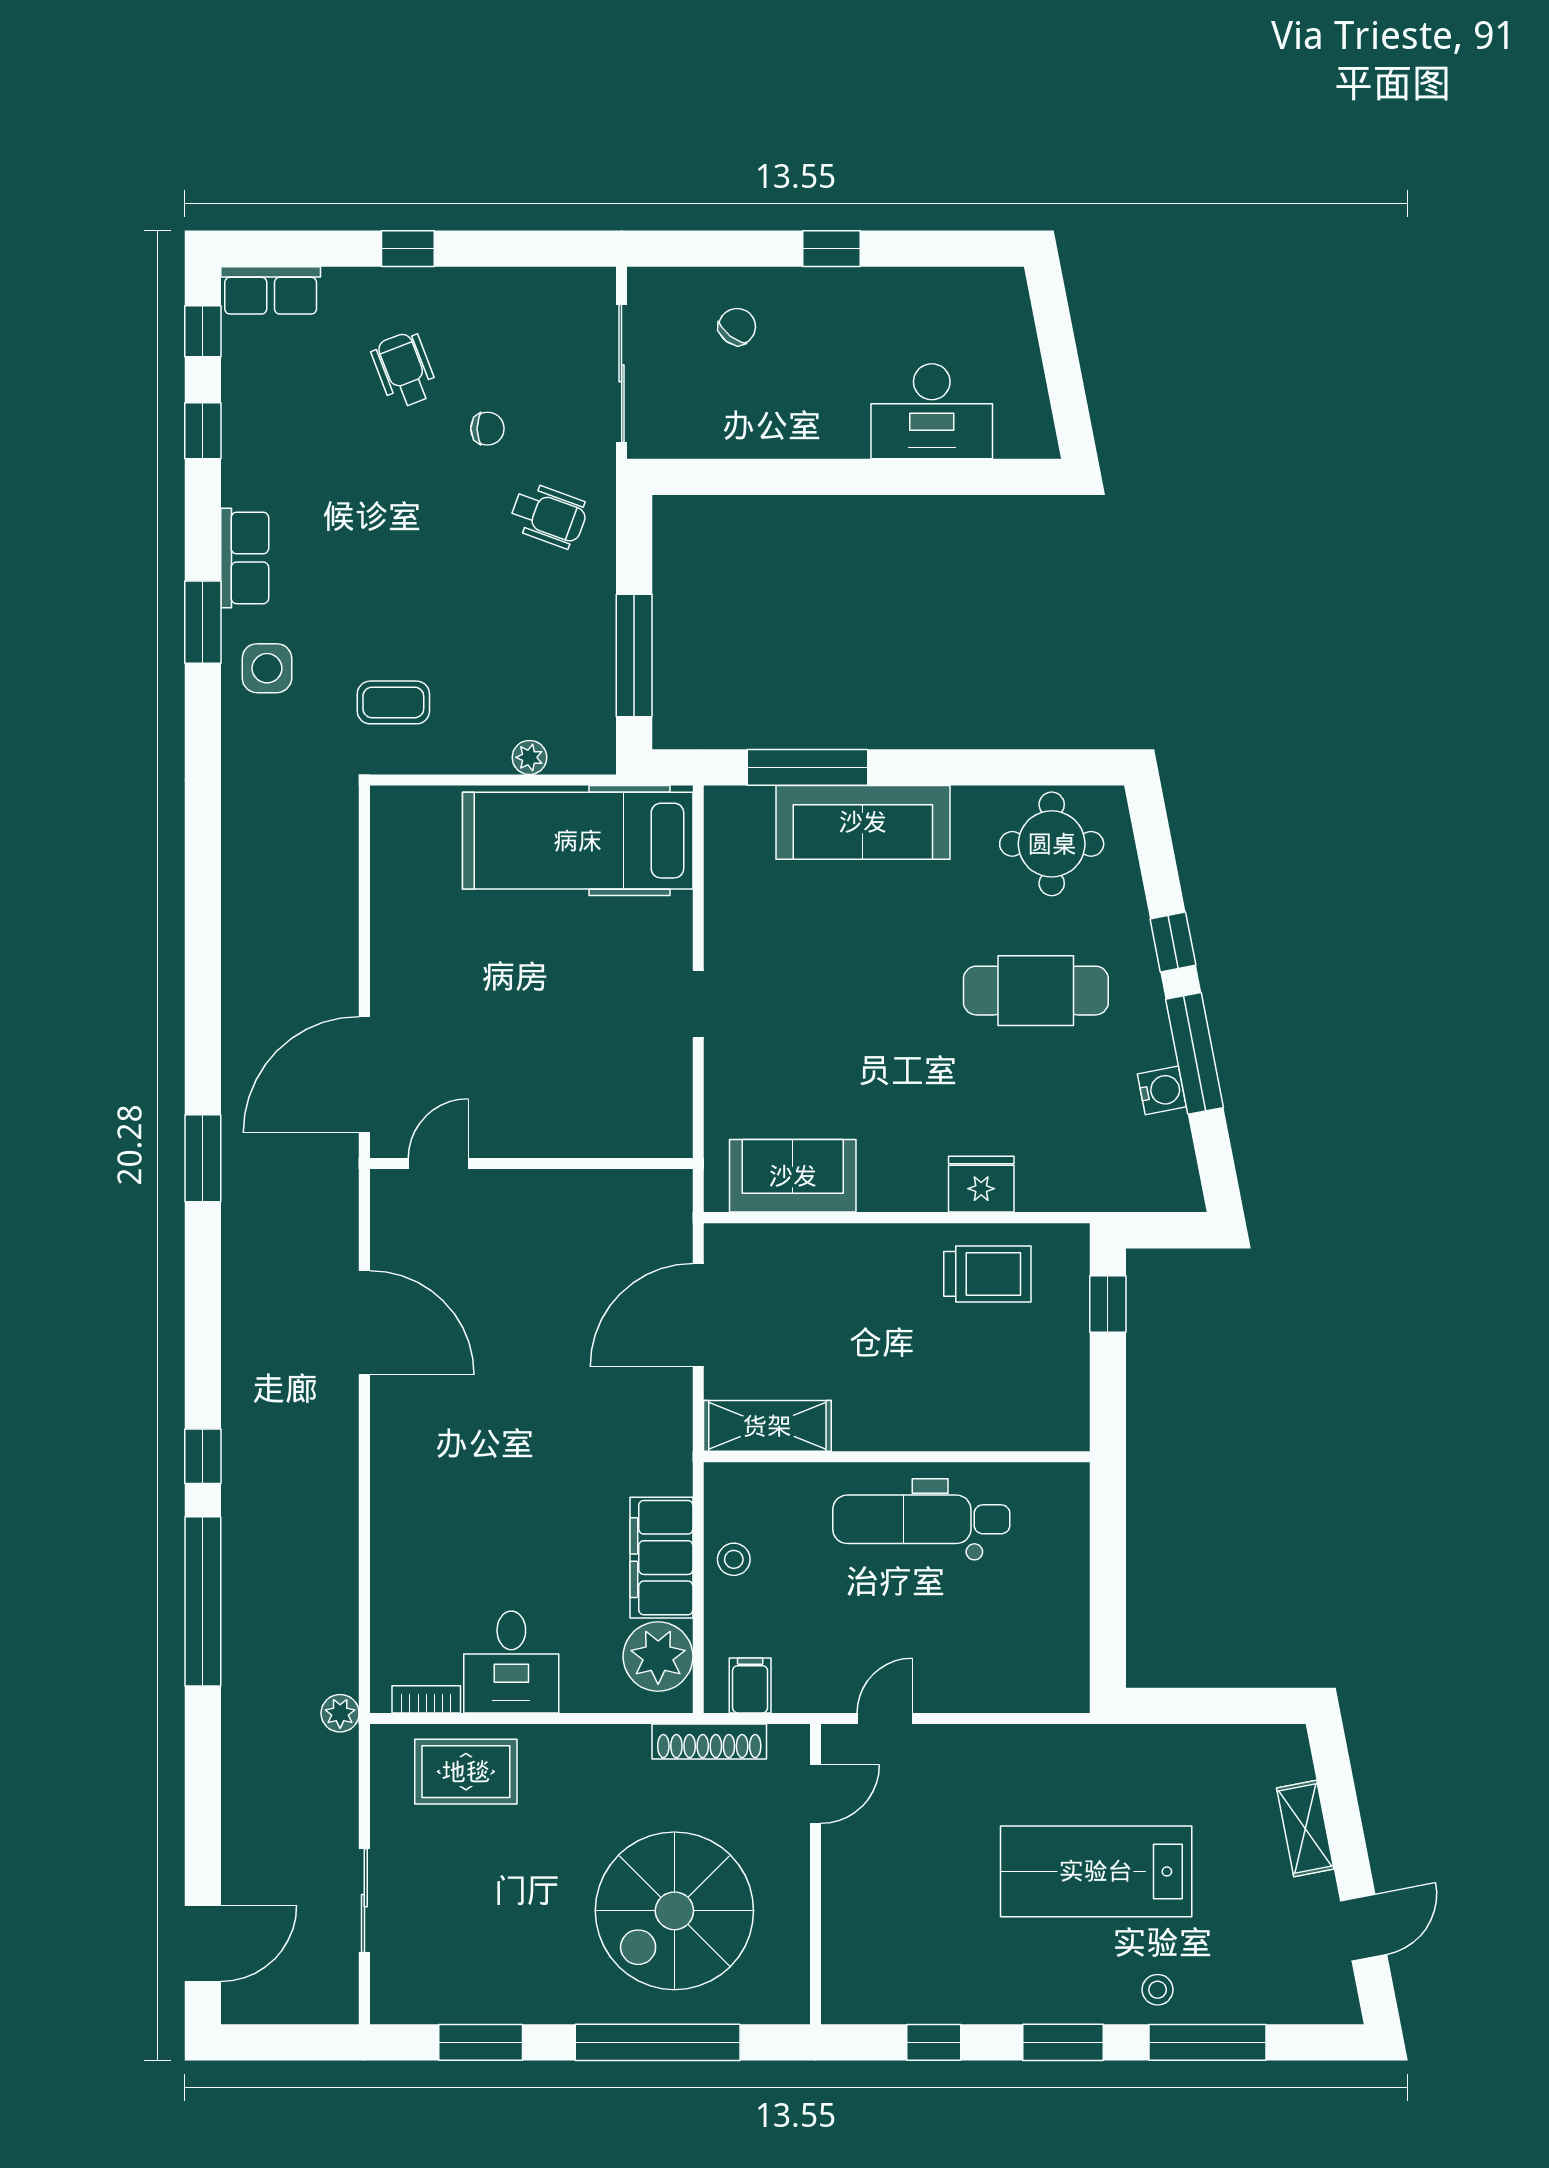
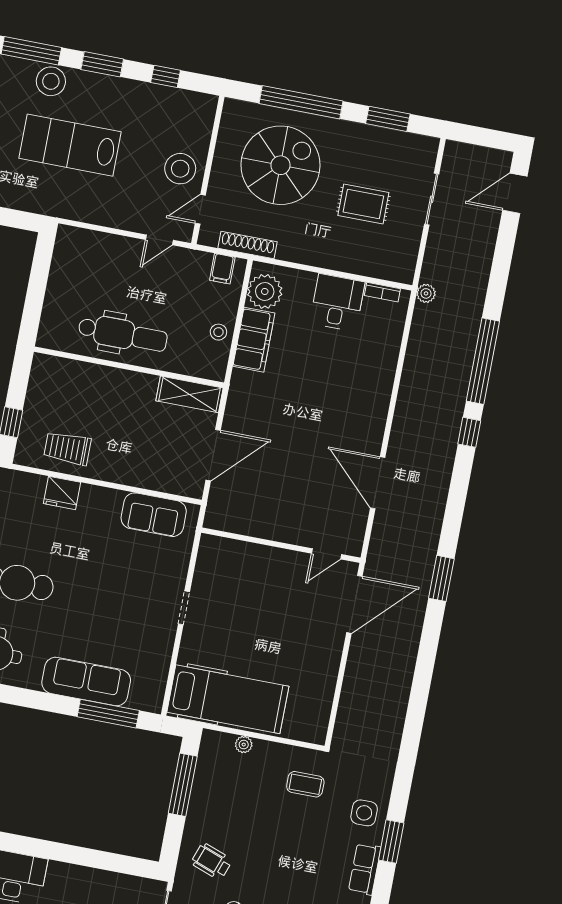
rug: (466, 1772) -> (363, 204), moved
stool: (870, 1866) -> (180, 169), added
lab bench: (1096, 1871) -> (70, 145), turned 180
stool: (1158, 1990) -> (51, 81), width x1.89, depth x1.89

